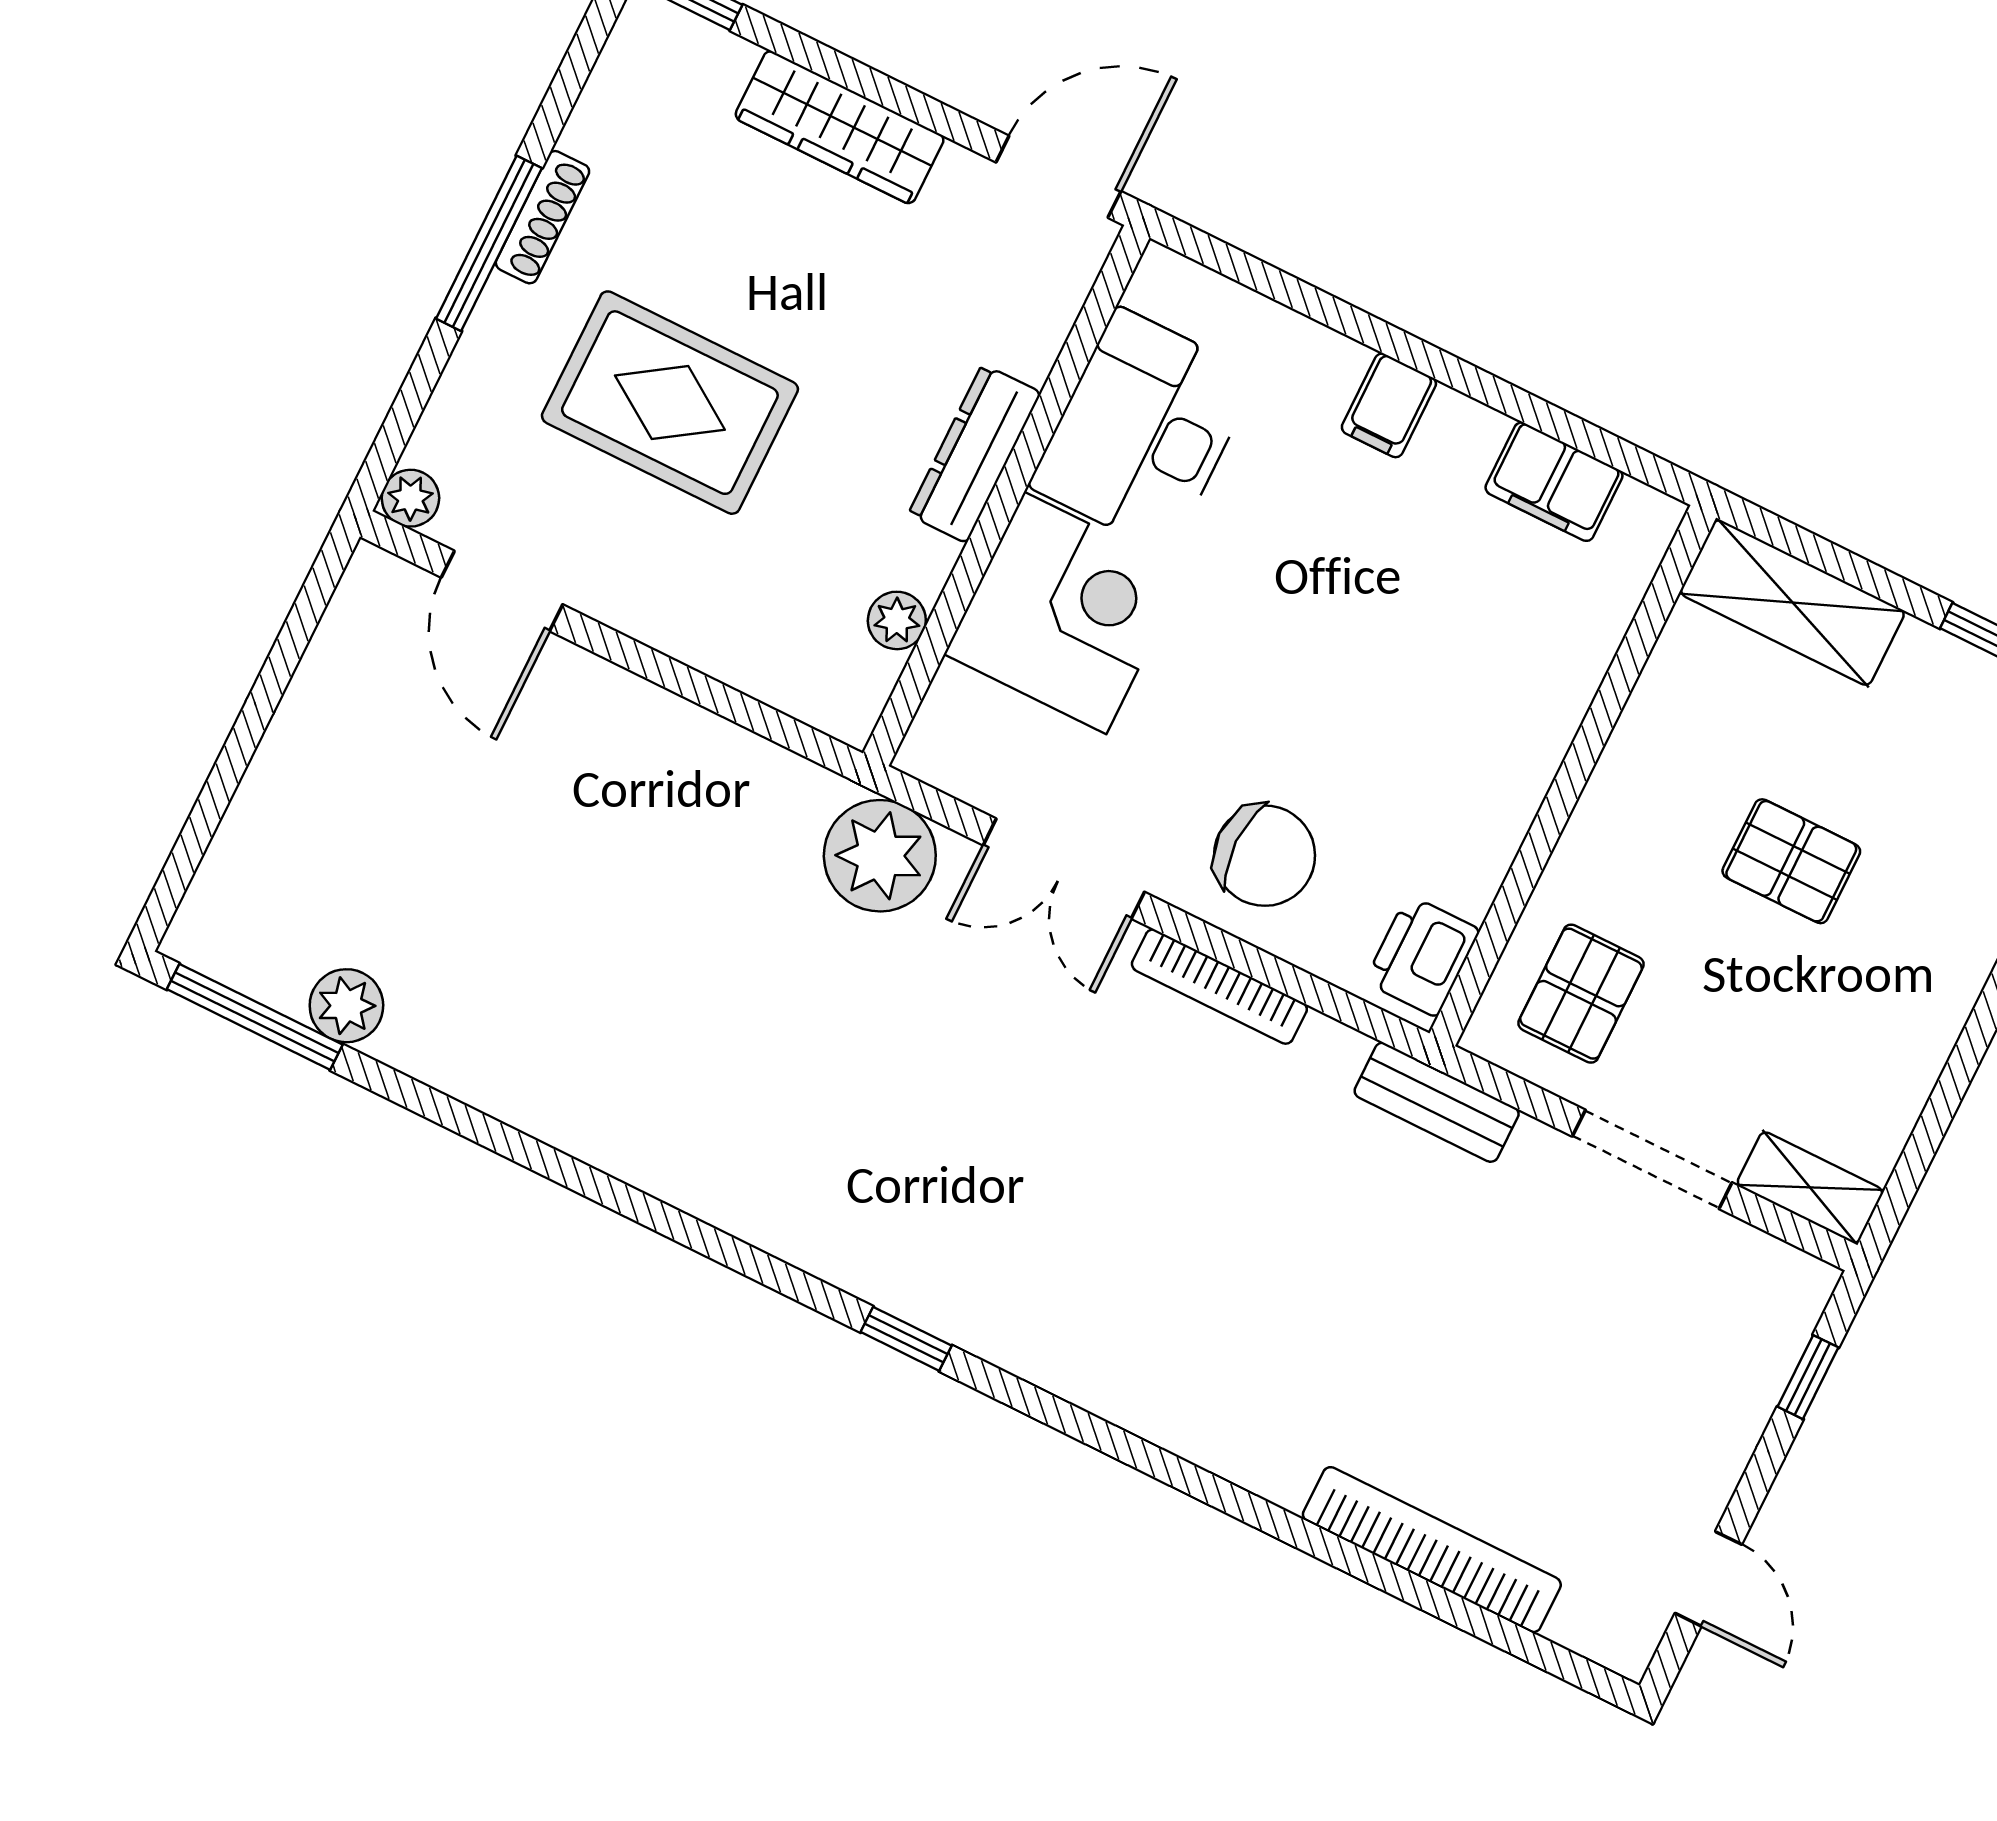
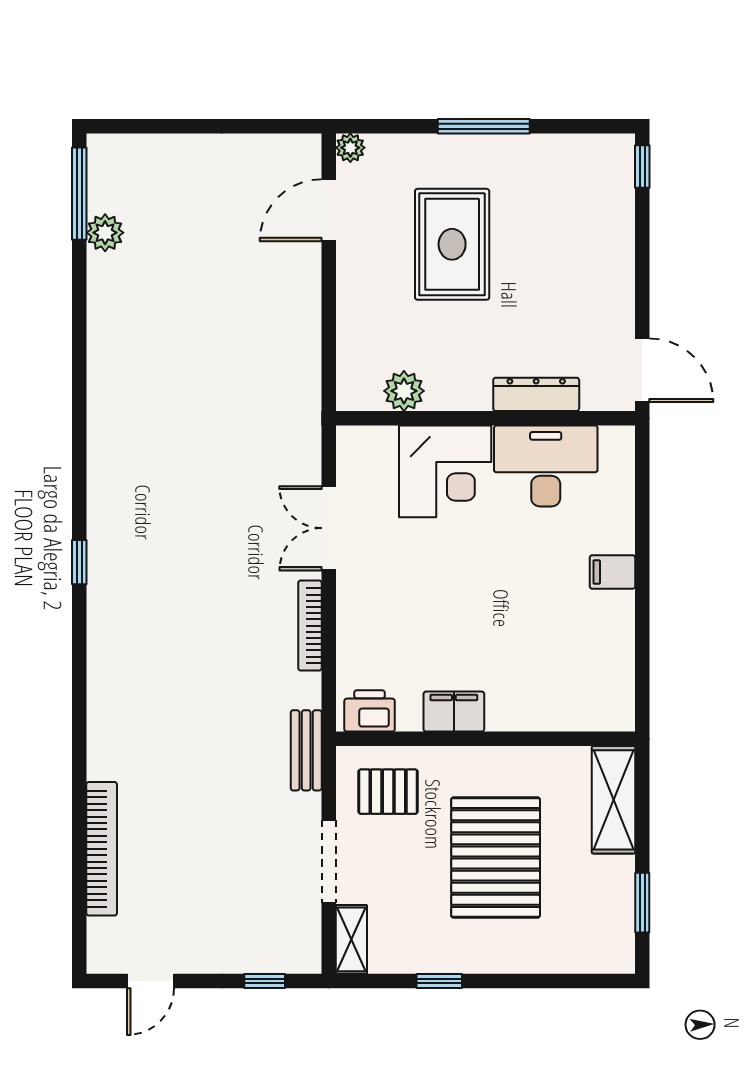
wardrobe: (840, 127) -> (615, 260), removed
shoe rack: (542, 217) -> (508, 145), removed
dresser: (975, 454) -> (536, 394), moved
filing cabinet: (1554, 482) -> (454, 712), moved, turned 90
plant: (897, 620) -> (404, 391), width x1.38, depth x1.38
plant: (880, 856) -> (293, 442), removed
chair: (1265, 856) -> (380, 617), removed
pallet: (1791, 861) -> (496, 858), width x2.05, depth x2.00
window: (1960, 1069) -> (439, 981), added

